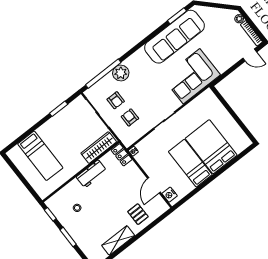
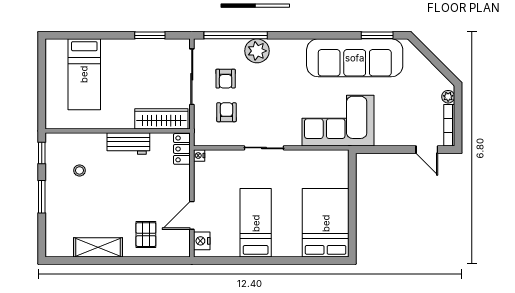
bed: (211, 147) -> (326, 223), moved

